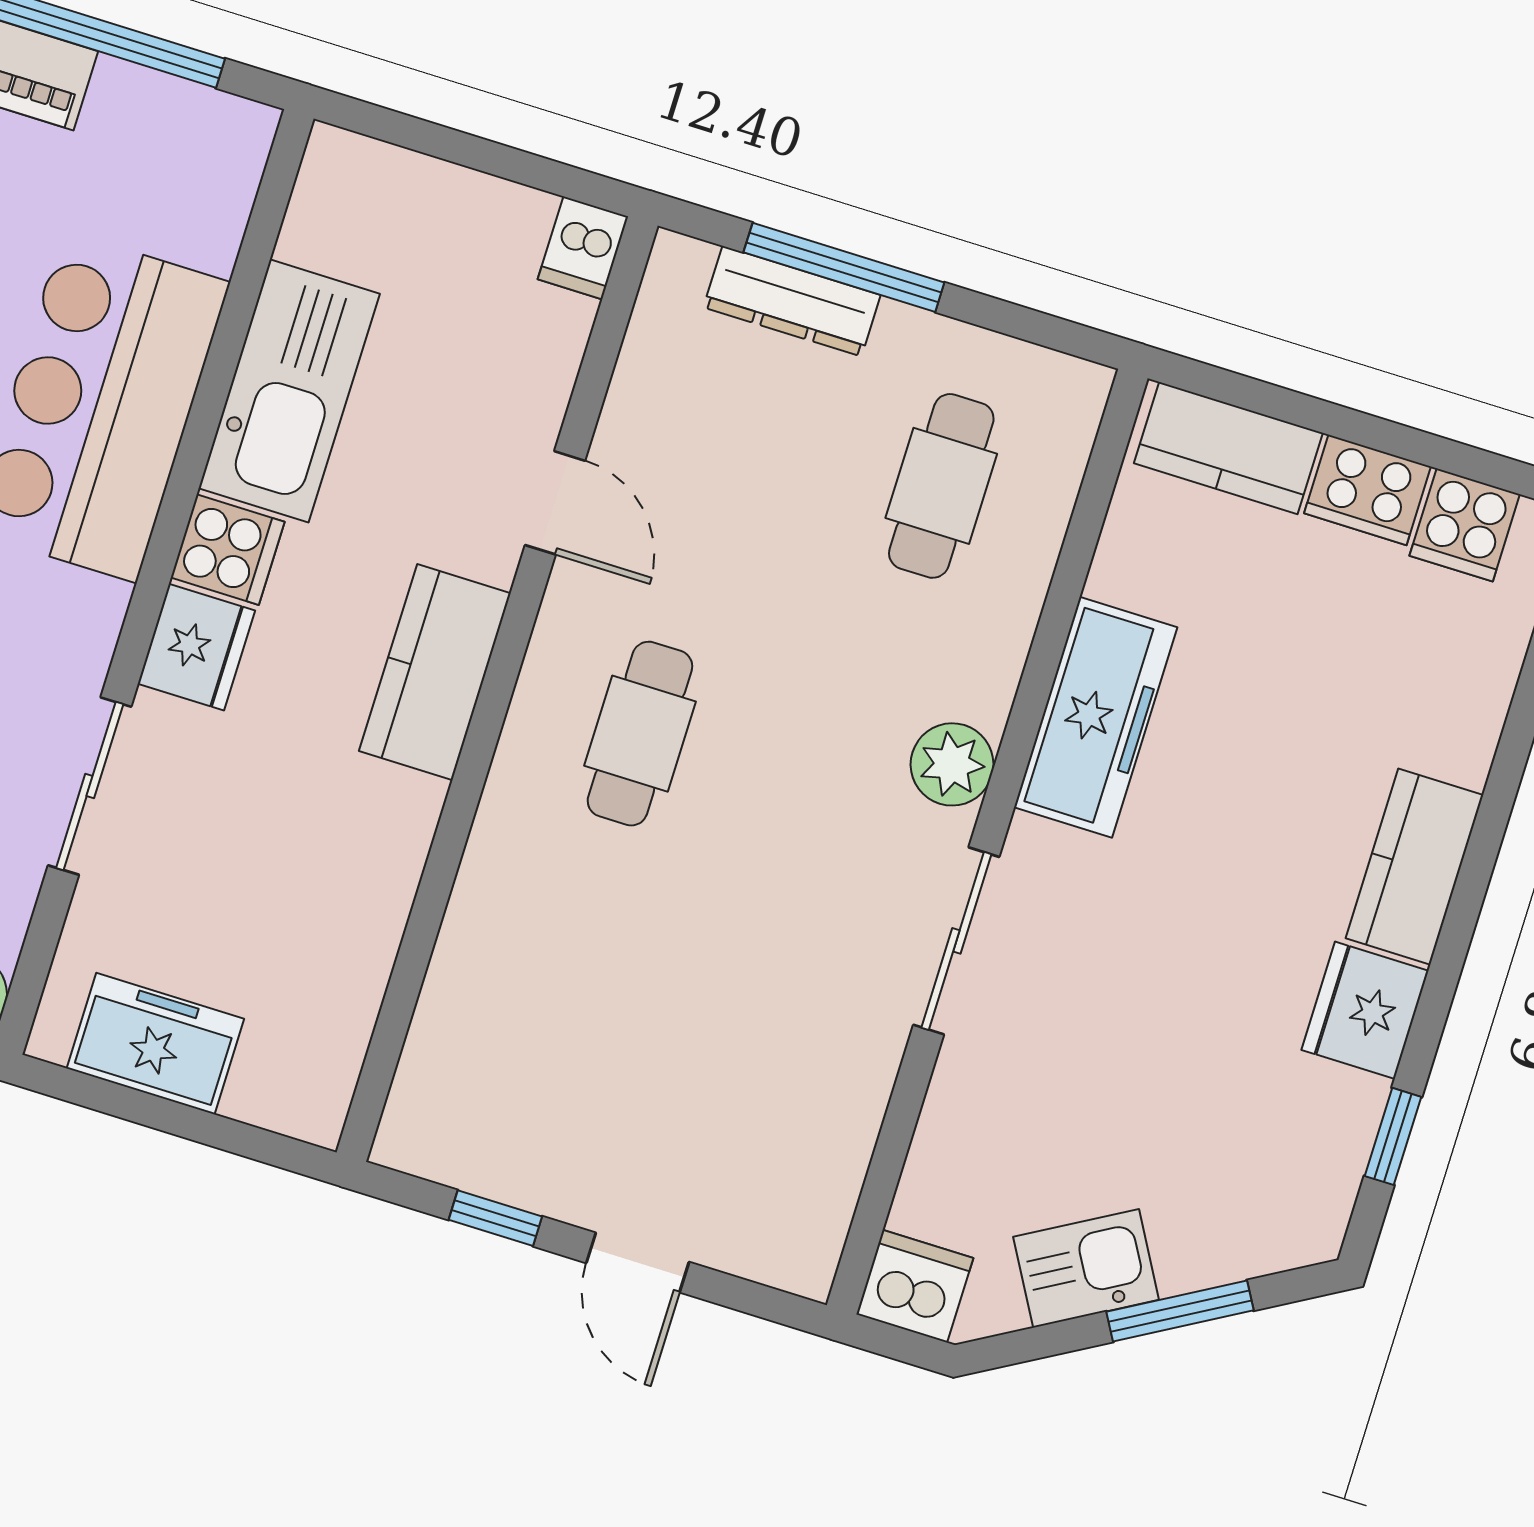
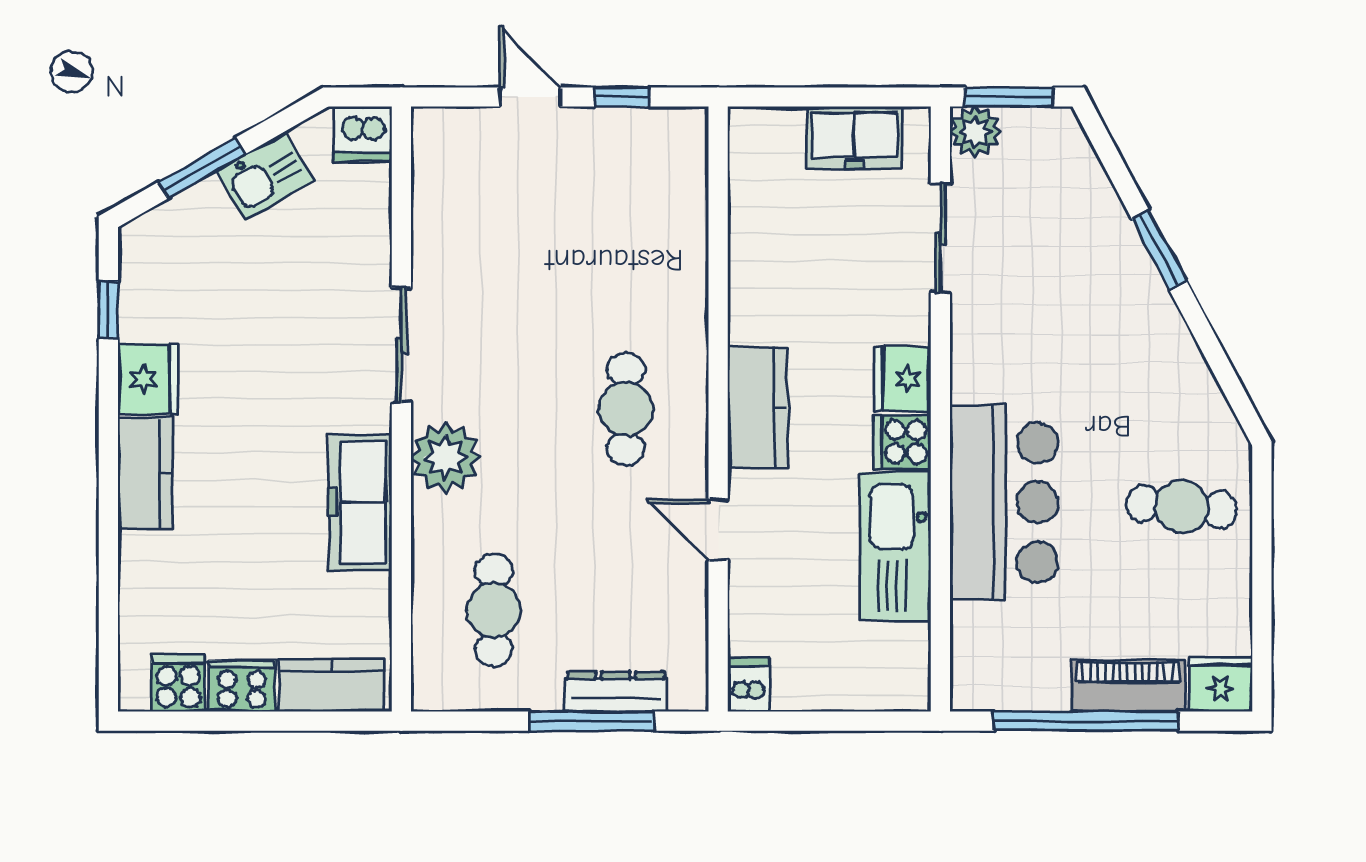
plant: (952, 764) -> (446, 457), width x1.36, depth x1.36
sliding door: (90, 786) -> (940, 238), moved

